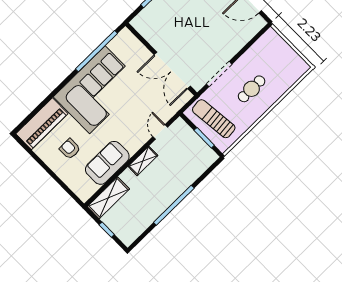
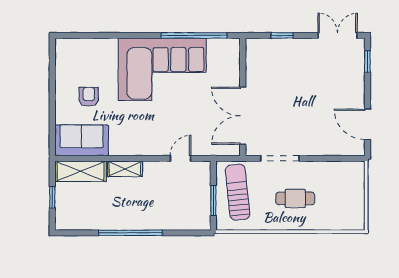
piano: (42, 124) -> (86, 52), removed
shelving: (143, 161) -> (125, 169), moved
sofa: (107, 163) -> (82, 140), moved

